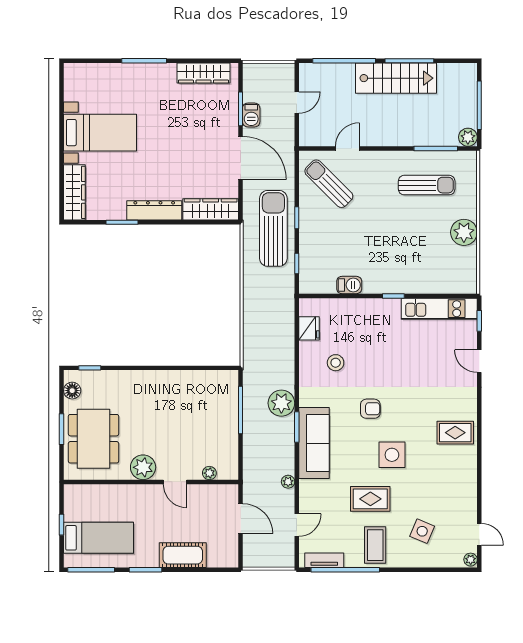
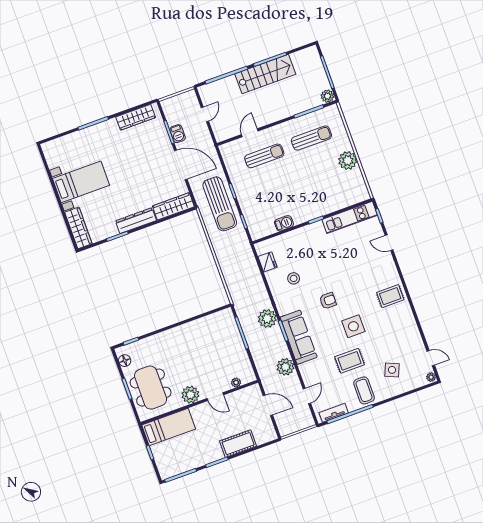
sun lounger: (329, 184) -> (264, 156), moved, turned 135
sun lounger: (273, 228) -> (220, 204), turned 180
plant: (288, 482) -> (285, 367), width x1.87, depth x1.87
bed: (99, 538) -> (169, 427), moved

